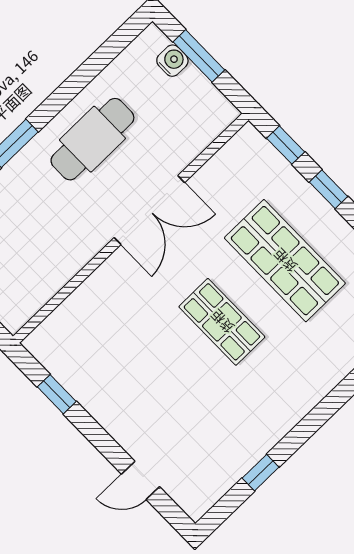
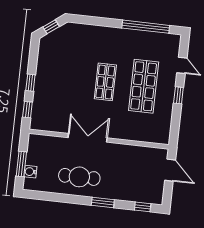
shop shelf: (285, 261) -> (144, 86), moved
window: (57, 394) -> (178, 95), moved
window: (261, 473) -> (146, 27), width x3.17

